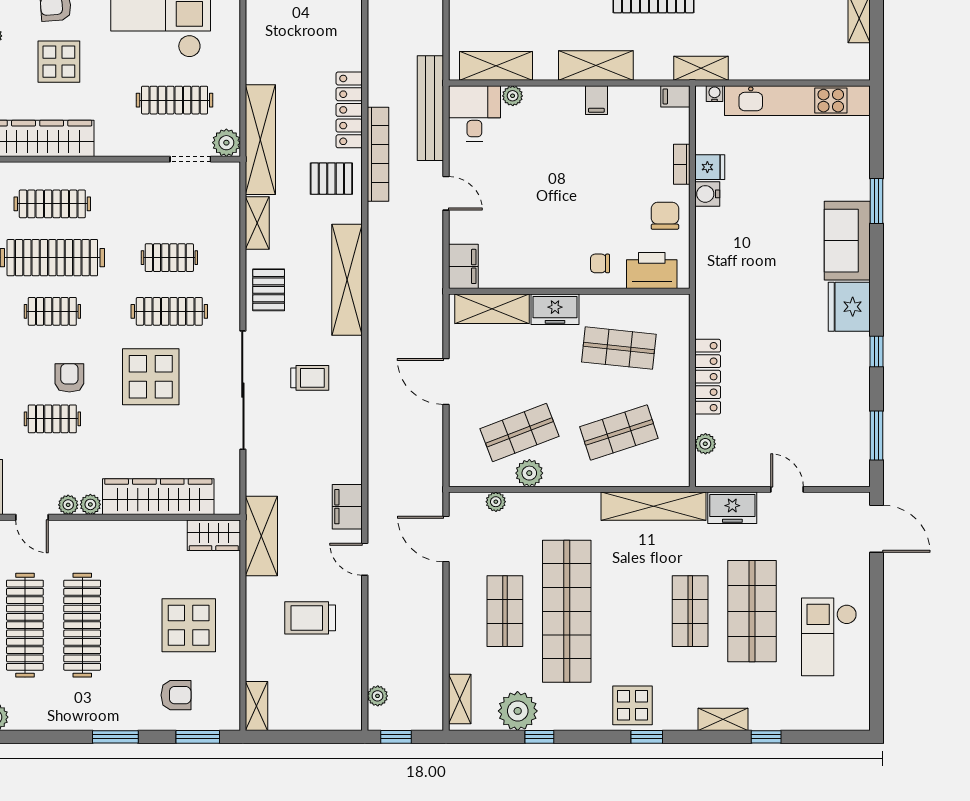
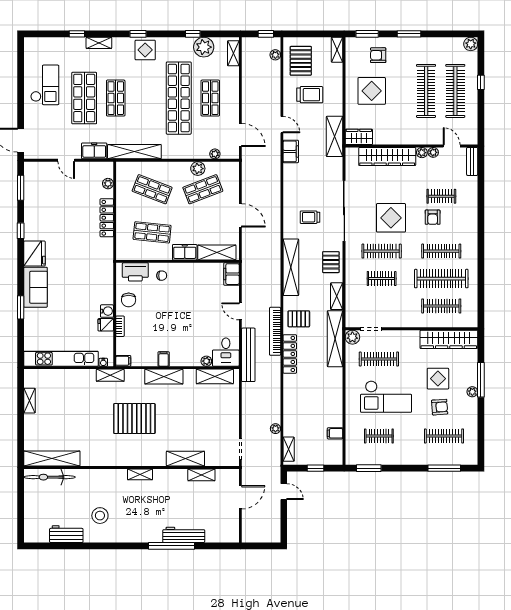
clothes rail: (52, 311) -> (441, 251), width x1.36
shop shelf: (619, 432) -> (152, 189), turned 39
pallet: (328, 684) -> (301, 61), added

